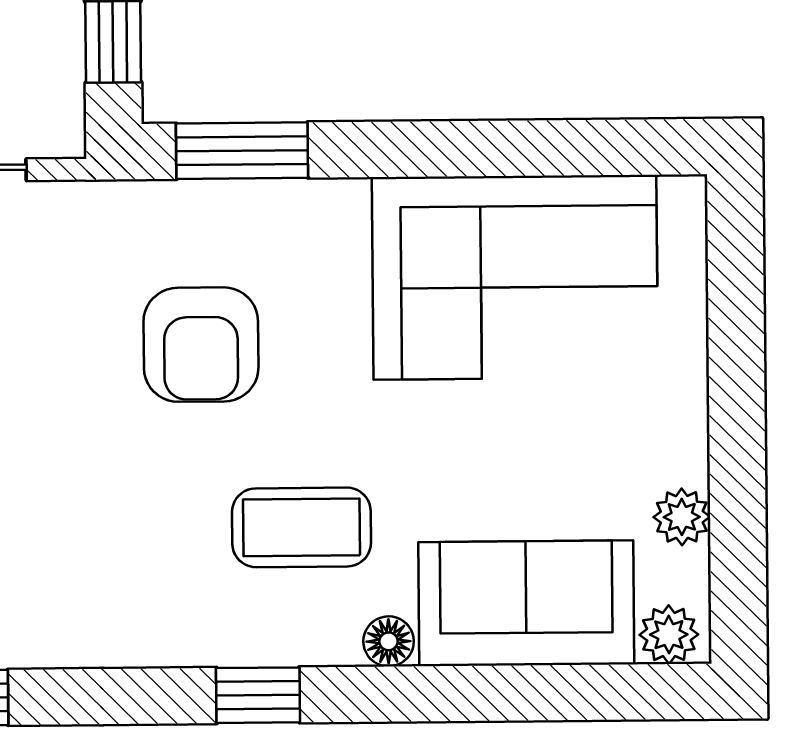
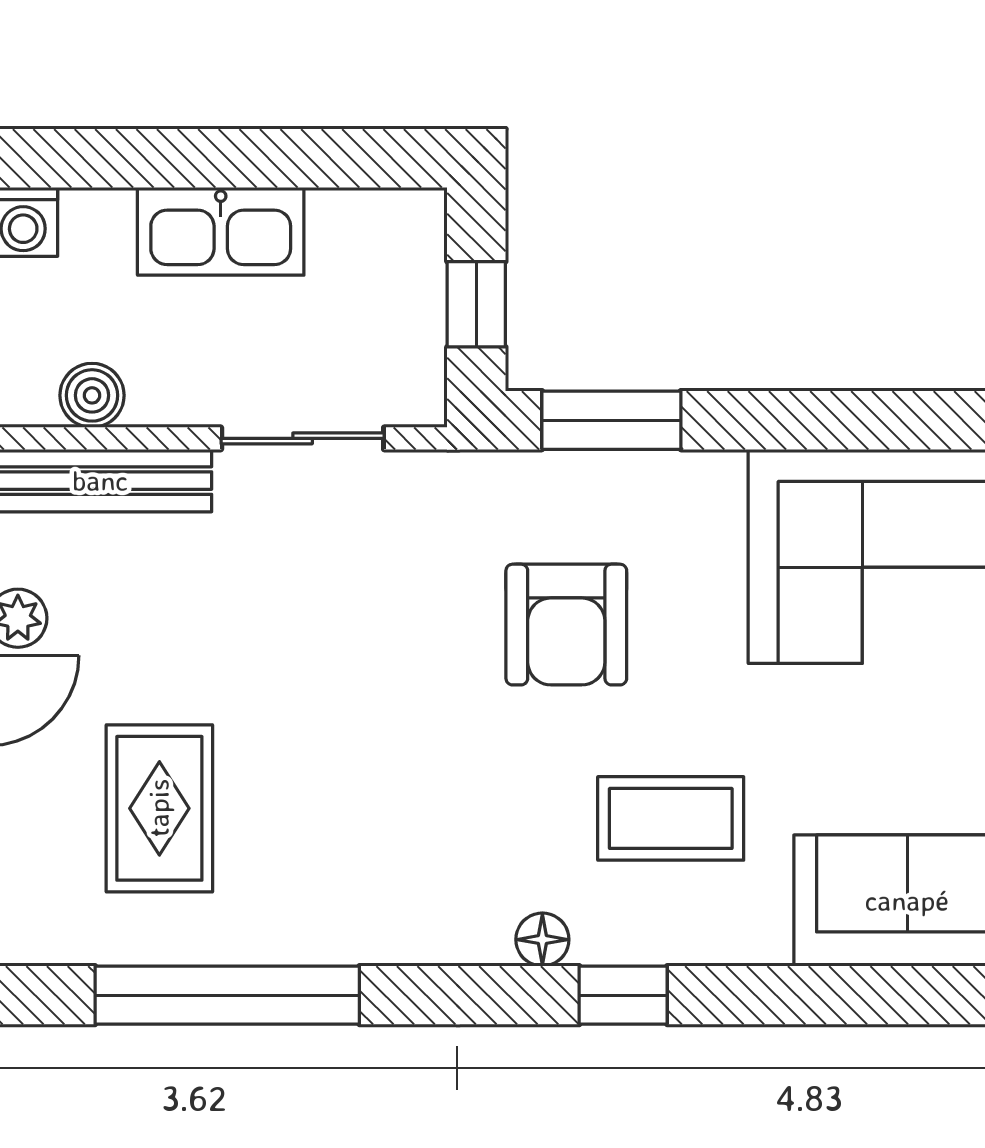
floor lamp: (389, 641) -> (542, 940), moved

